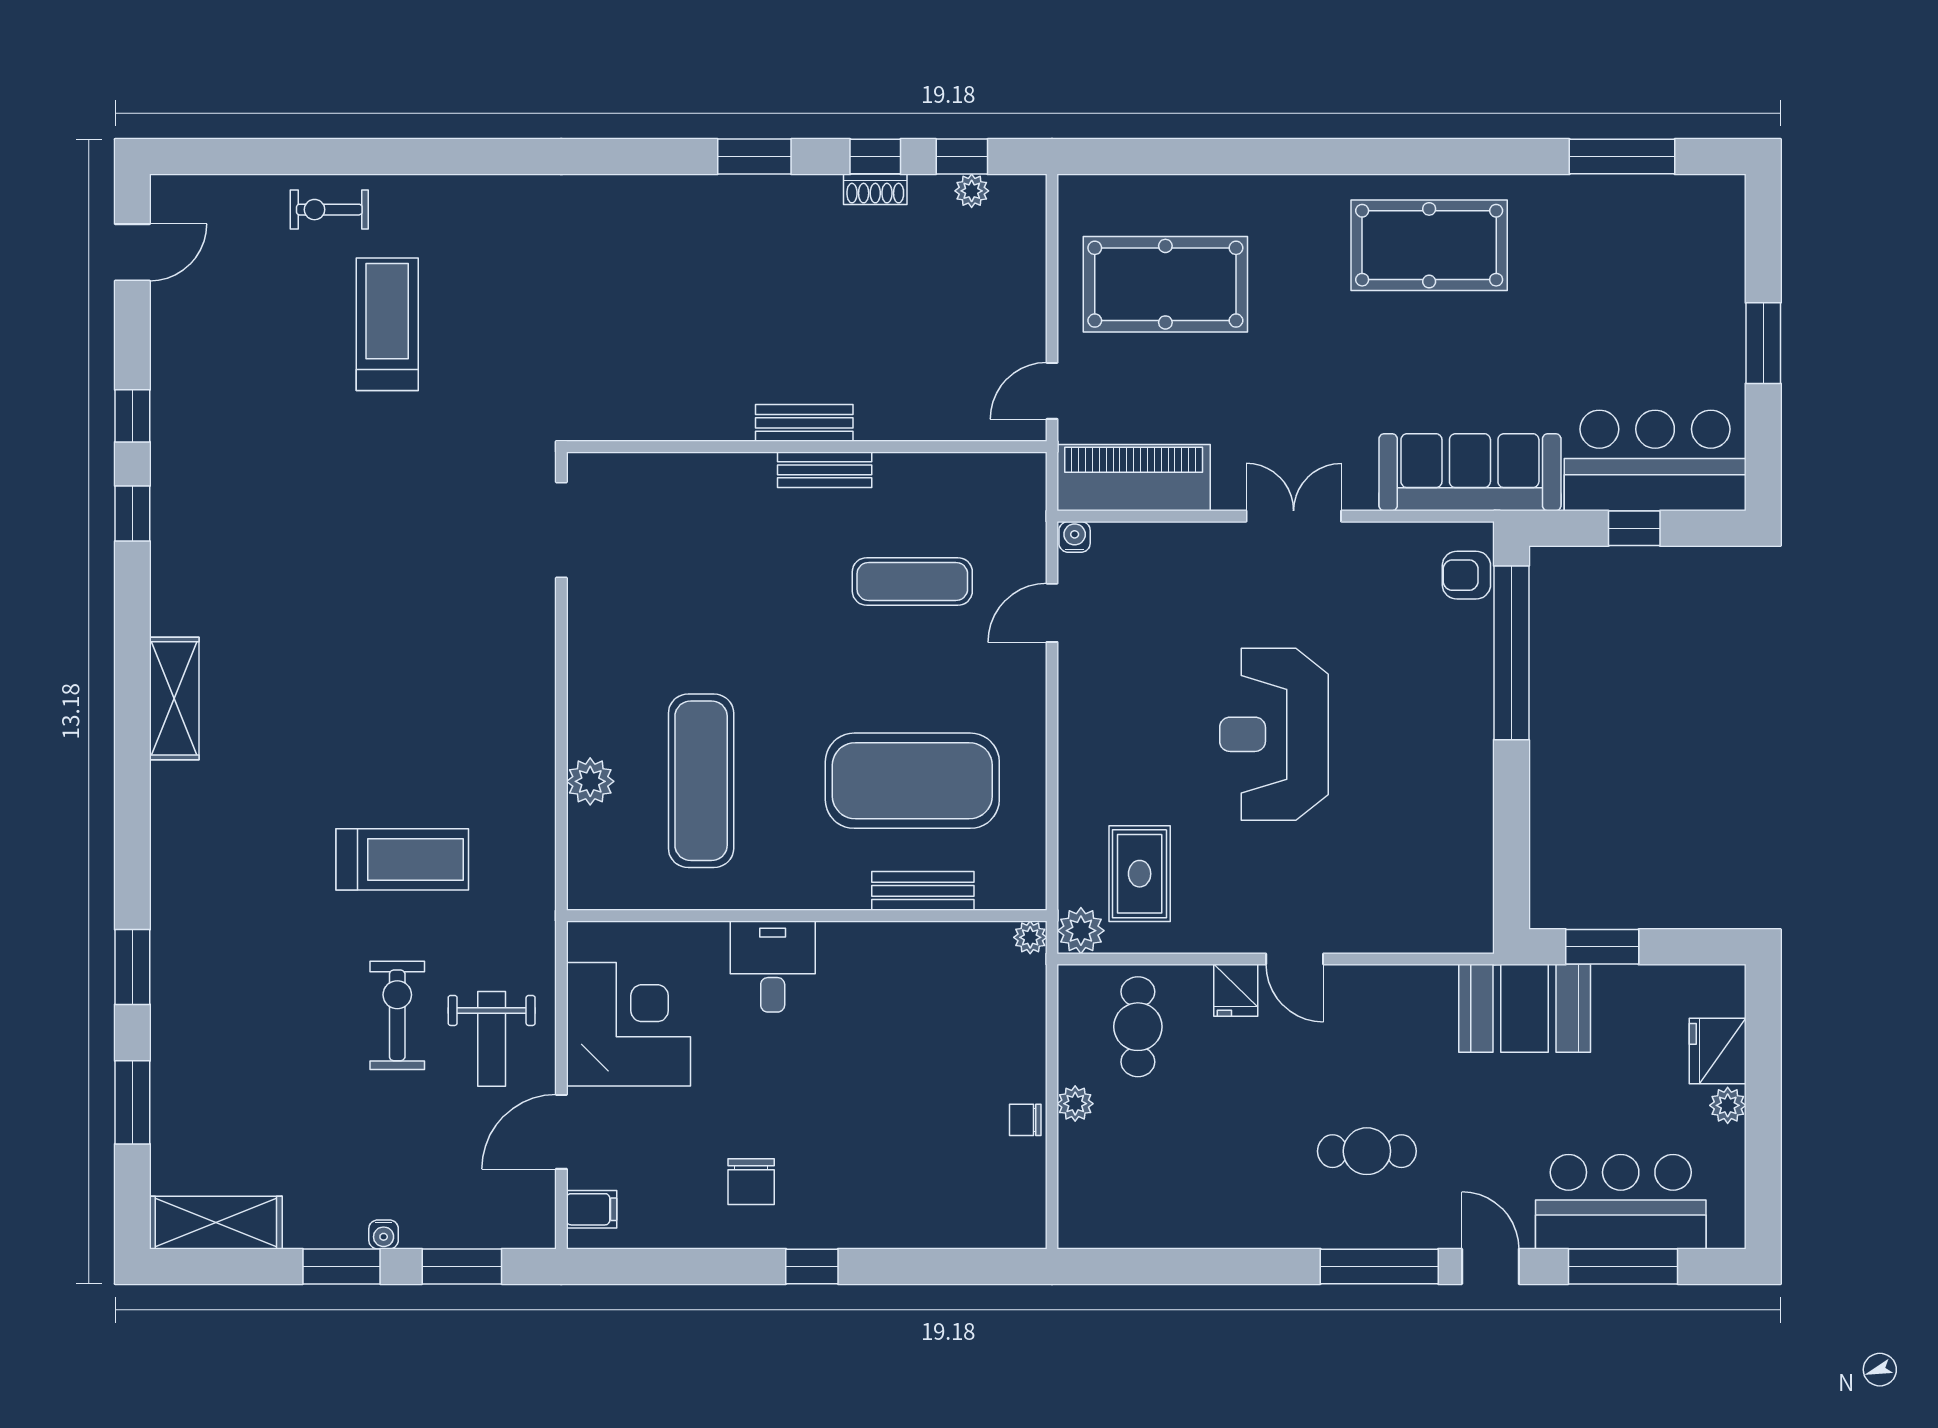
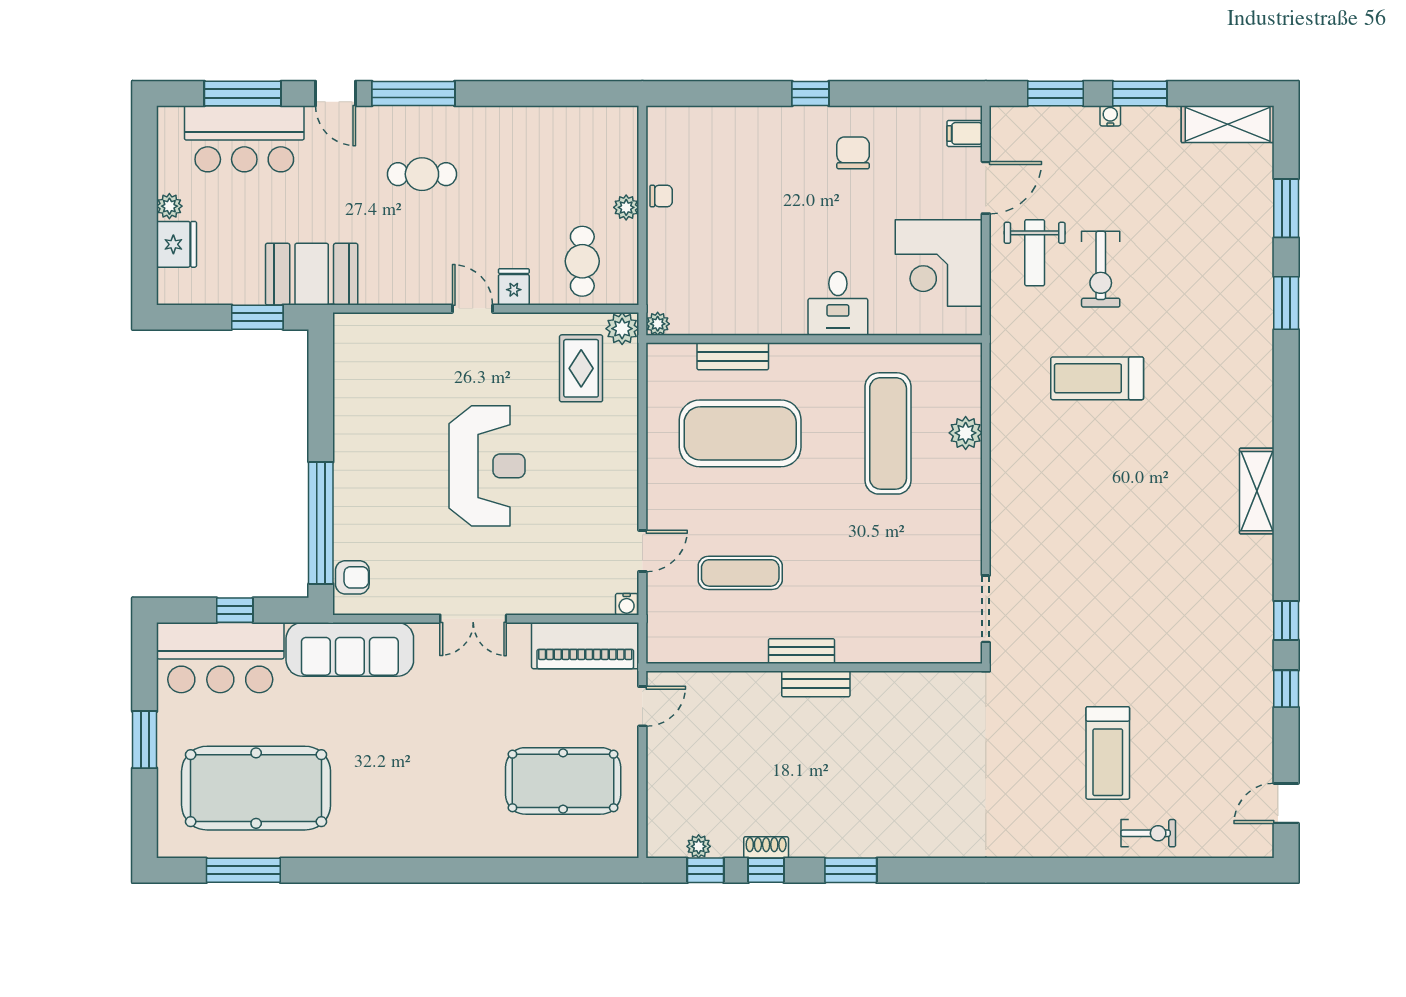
pool table: (1429, 245) -> (256, 788), moved, width x1.36, depth x1.32
weight bench: (492, 1039) -> (1035, 253), turned 180

